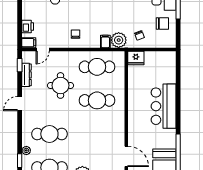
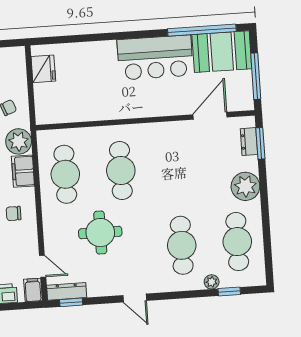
filing cabinet: (105, 42) -> (23, 171), width x2.00
fridge: (136, 58) -> (43, 69), moved
dresser: (26, 75) -> (67, 291), moved
bar counter: (164, 106) -> (155, 57), moved

